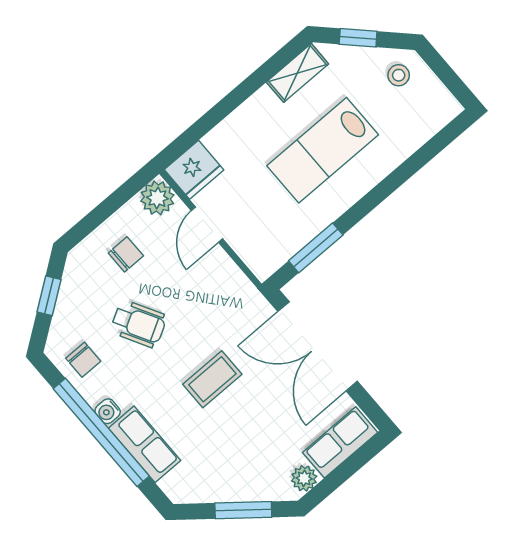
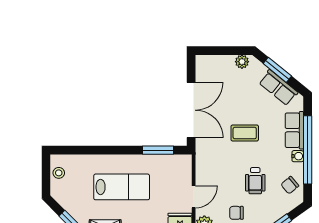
stool: (399, 75) -> (59, 173), moved
wheelchair: (139, 324) -> (255, 181), turned -151
chair: (83, 360) -> (290, 185), turned -130
row of seats: (340, 442) -> (278, 88), moved, turned 39

